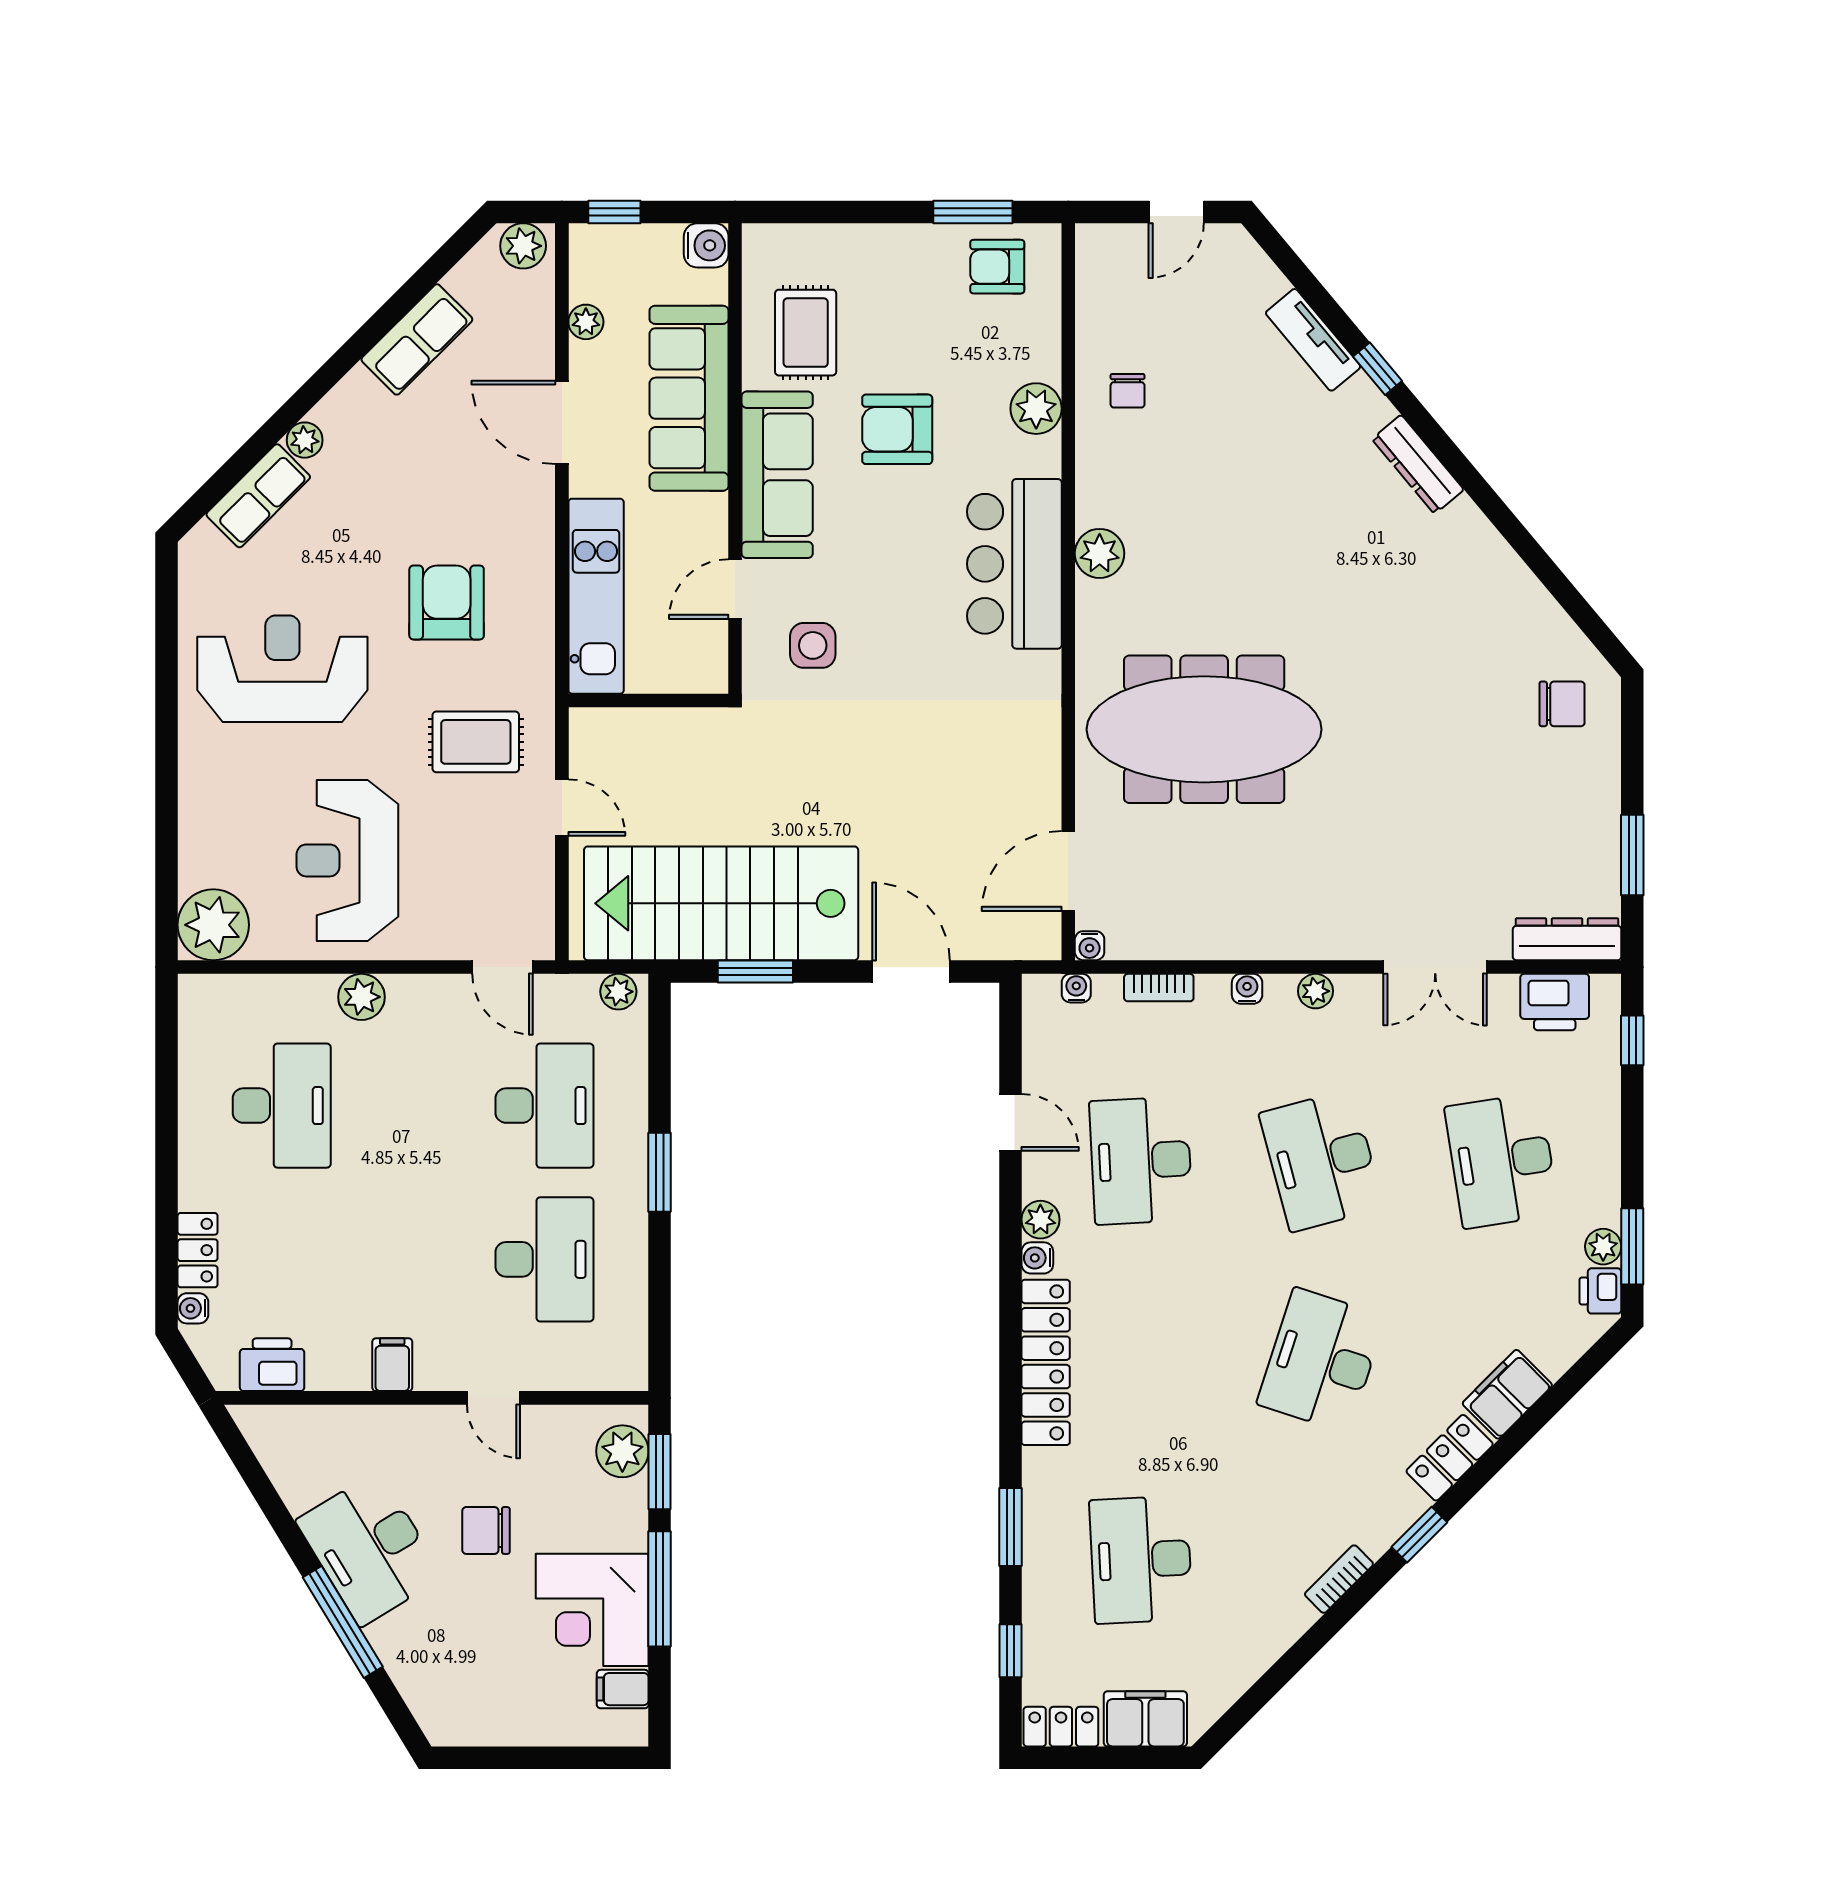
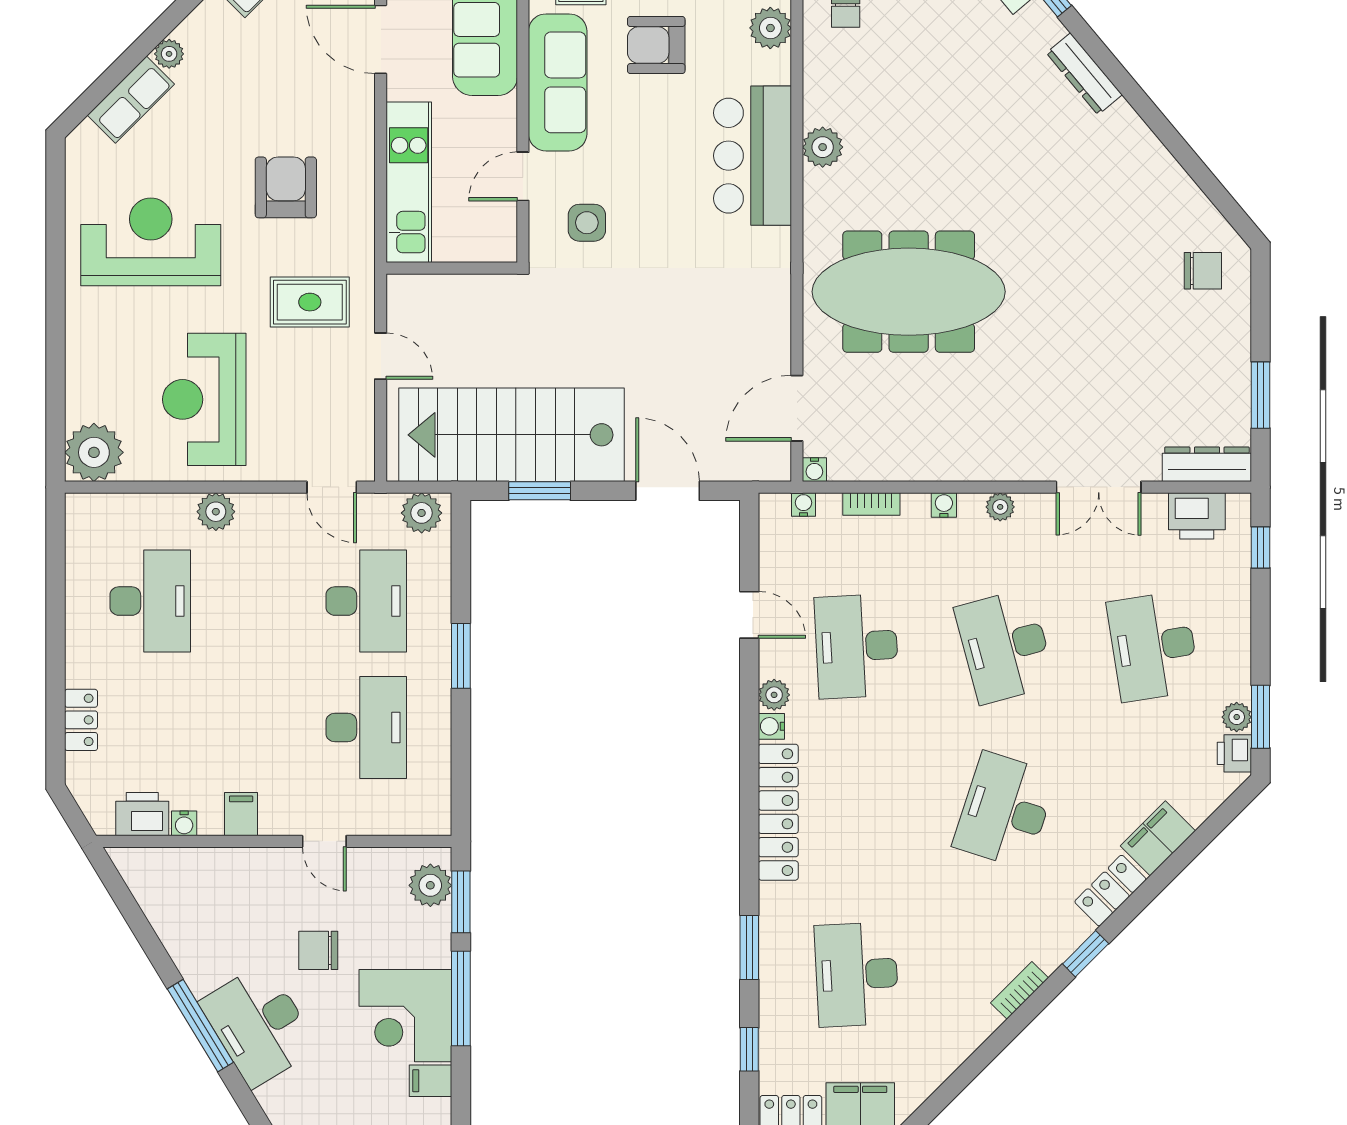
plant: (618, 992) -> (422, 513), width x1.38, depth x1.38
water cooler: (193, 1308) -> (184, 823), moved, turned -90
desk: (370, 1549) -> (259, 1025), moved

